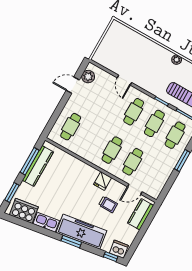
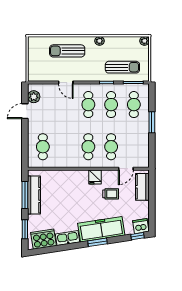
sun lounger: (142, 52) -> (67, 51), added

